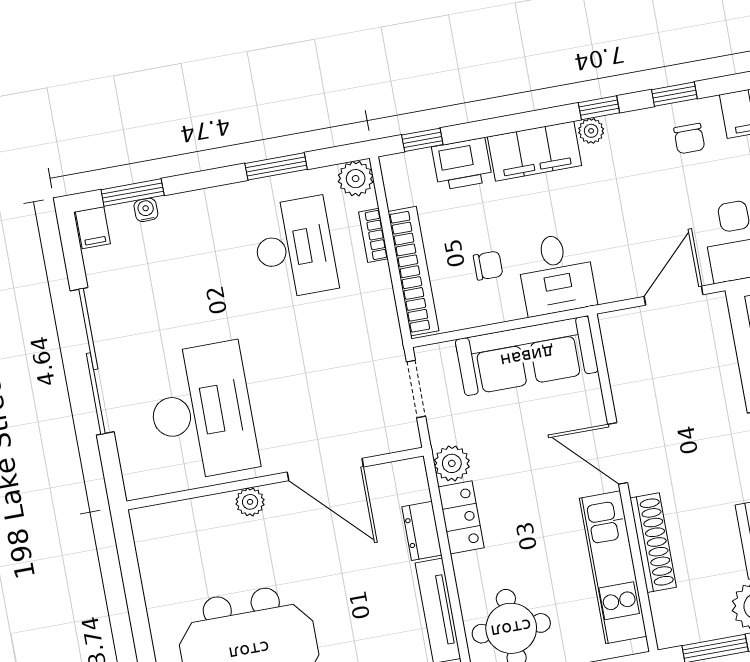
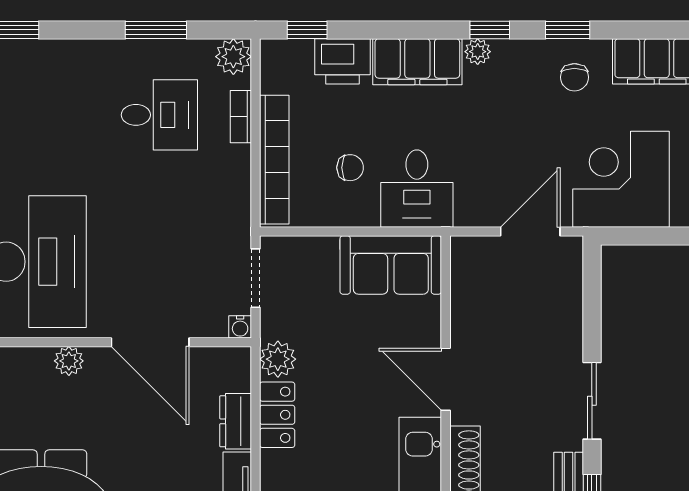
water cooler: (146, 210) -> (240, 327), moved, turned 180
desk: (294, 248) -> (159, 115), width x0.73
sofa: (527, 356) -> (391, 265), width x0.73

